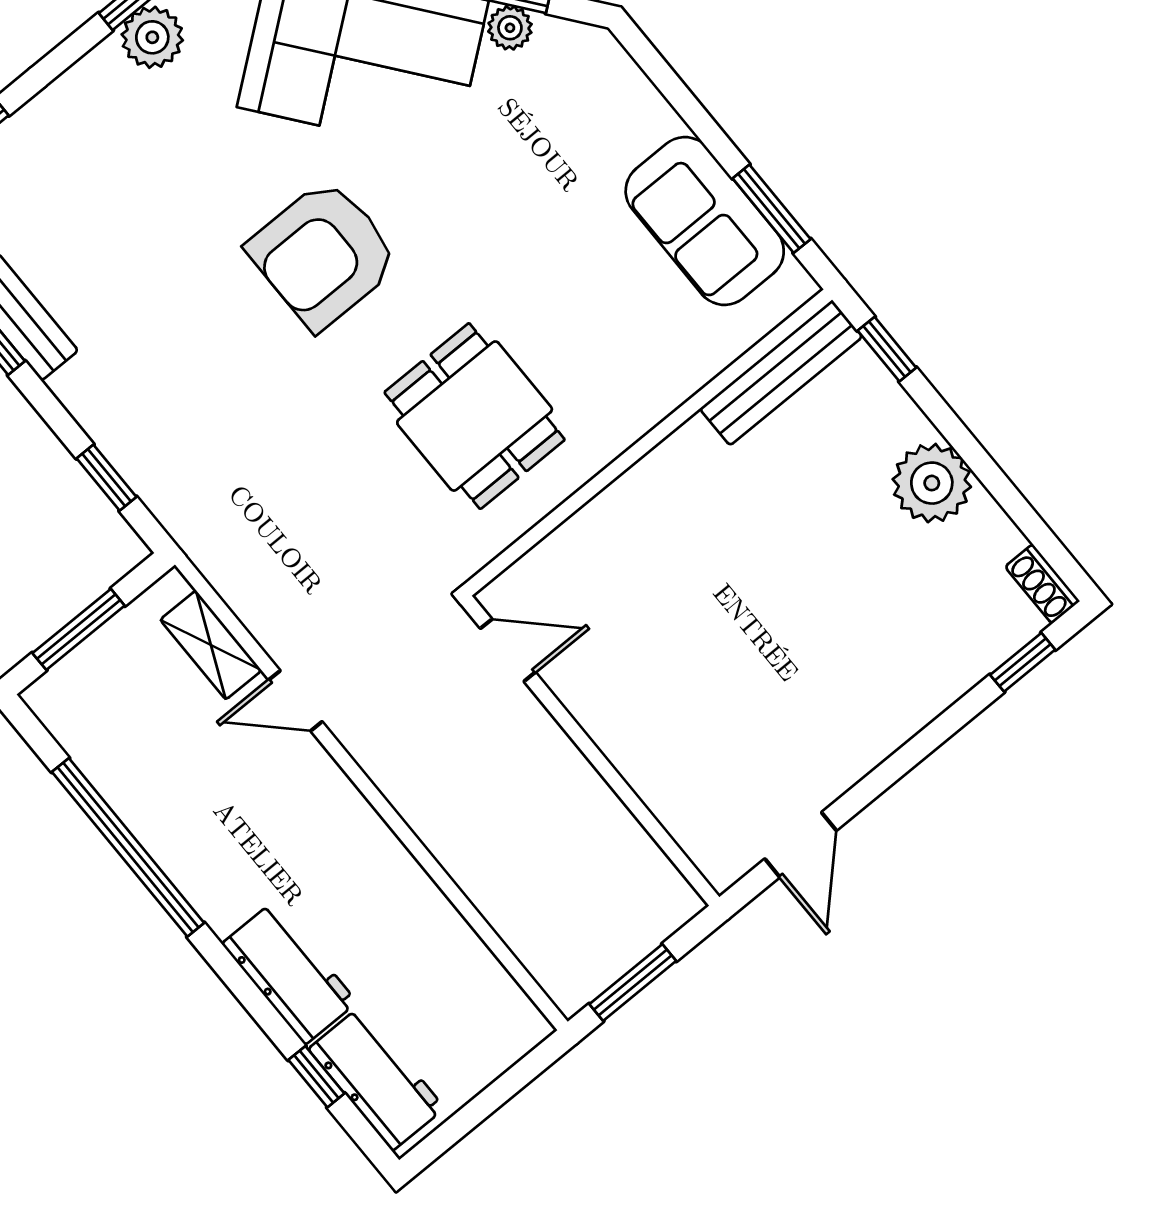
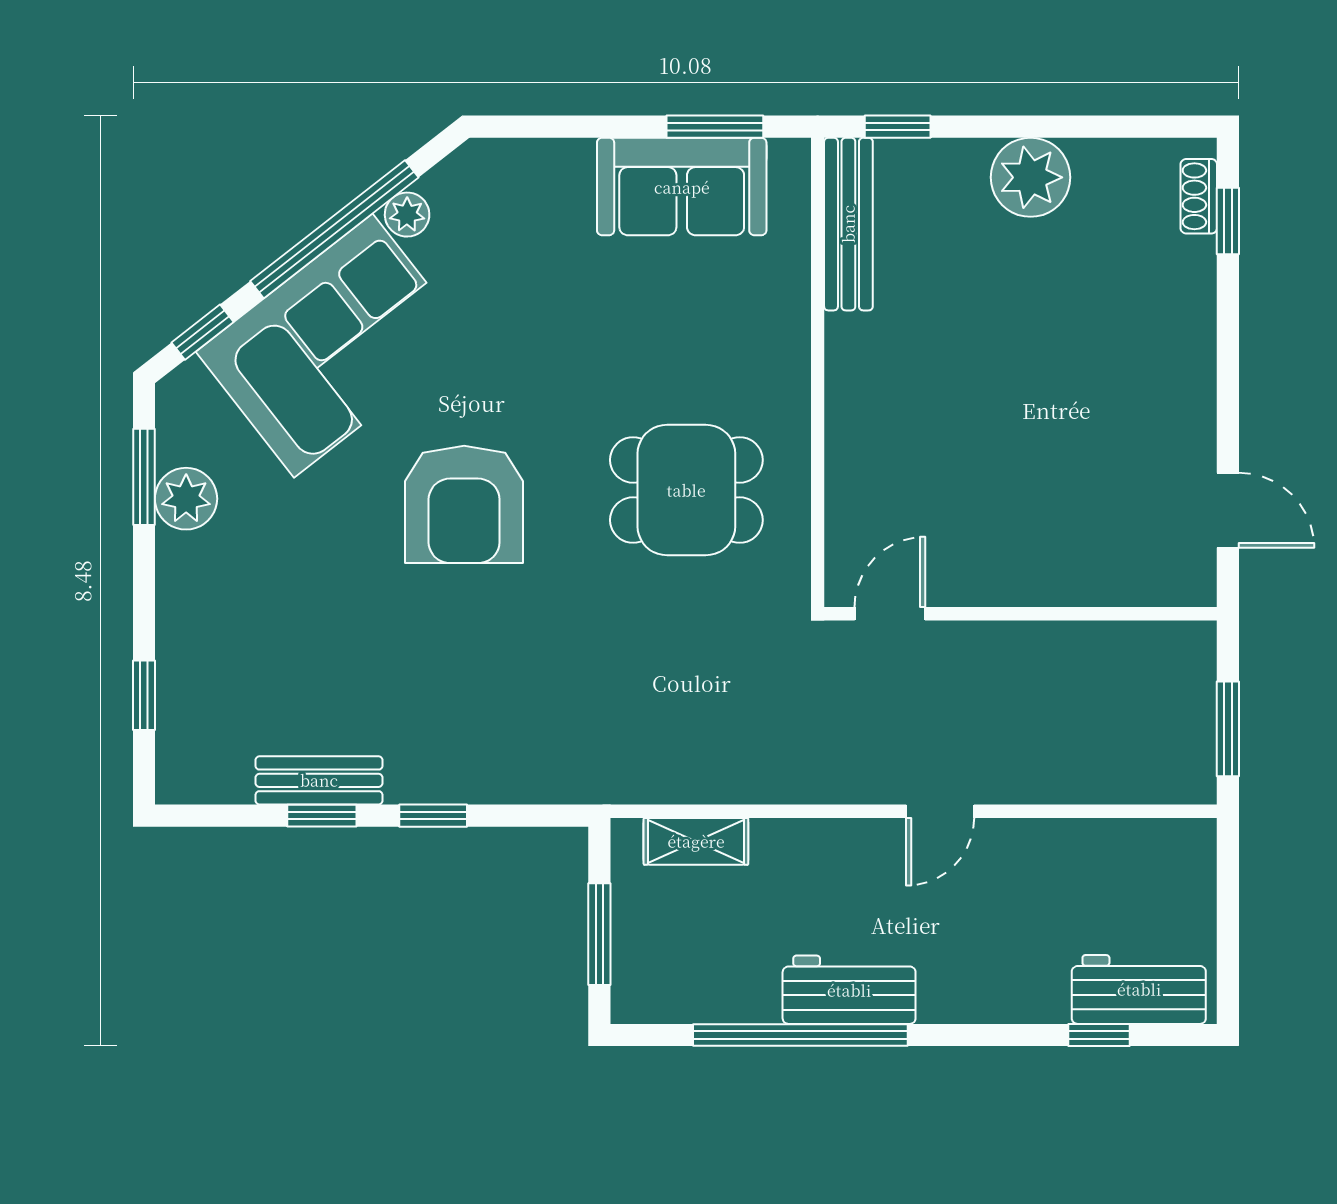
window: (106, 478) -> (433, 816), moved
shoe rack: (1042, 584) -> (1199, 196), moved, turned 90
door: (295, 701) -> (940, 811), moved
workbench: (289, 973) -> (849, 990), moved

